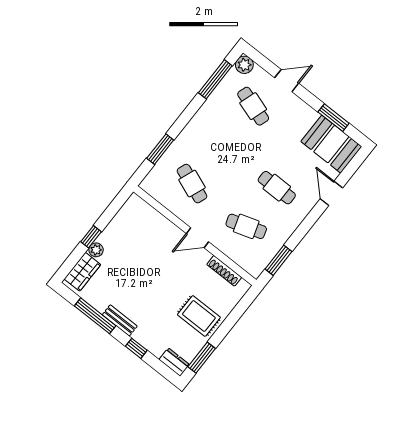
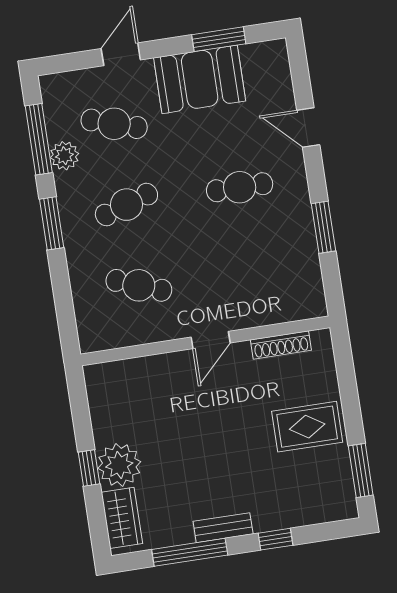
plant: (244, 65) -> (64, 156), moved
booth: (331, 144) -> (200, 79), moved
window: (160, 149) -> (52, 223), moved
cafe table: (246, 226) -> (126, 205), moved
plant: (96, 250) -> (119, 465), width x1.87, depth x1.87
window: (279, 260) -> (323, 227), moved
dresser: (174, 362) -> (335, 509), removed

